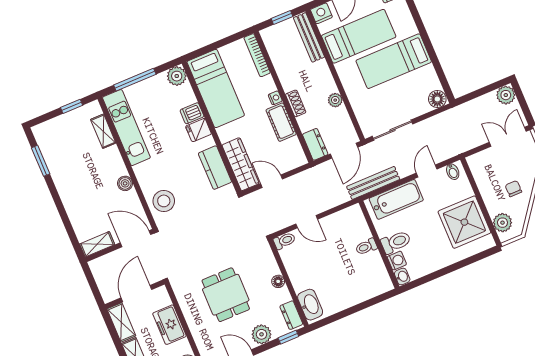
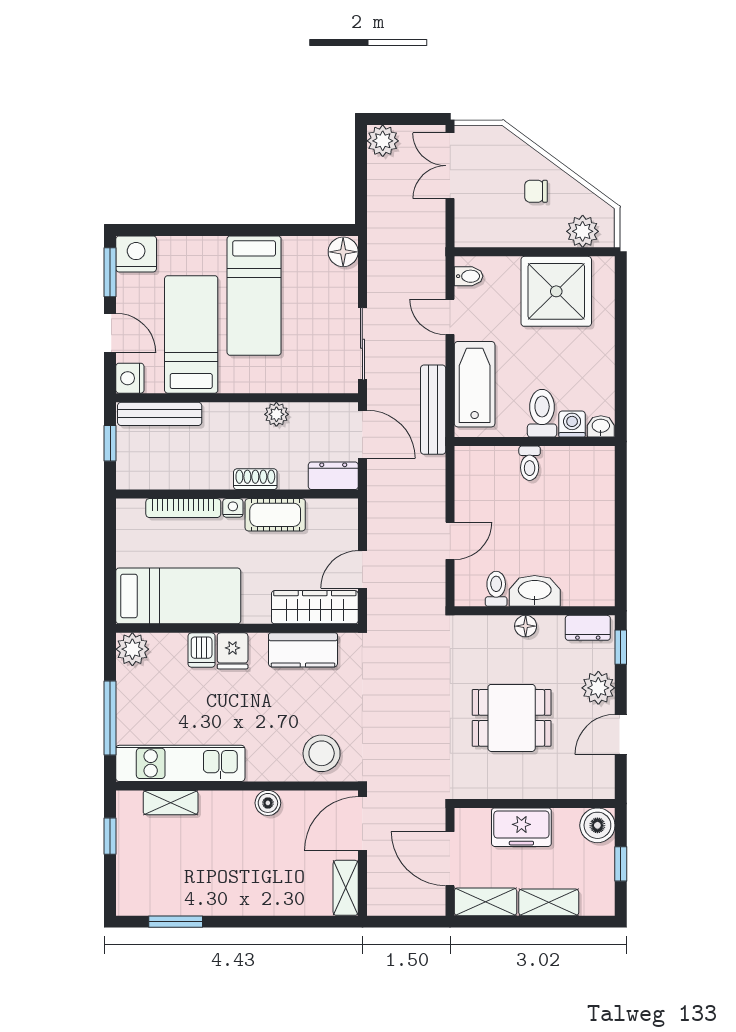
bookcase: (257, 55) -> (183, 508), moved
toilet: (284, 241) -> (496, 589), moved
washbasin: (310, 305) -> (535, 591), moved

